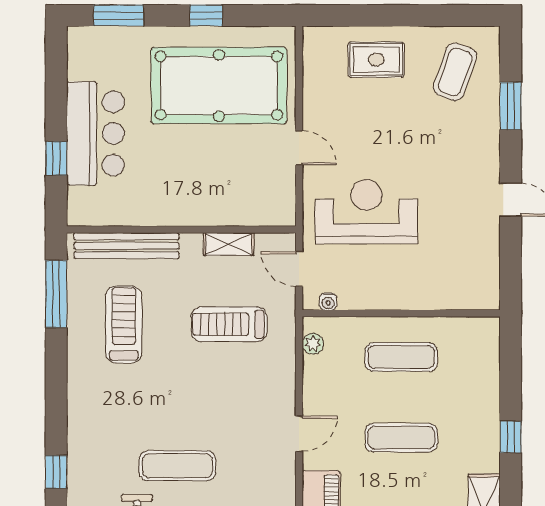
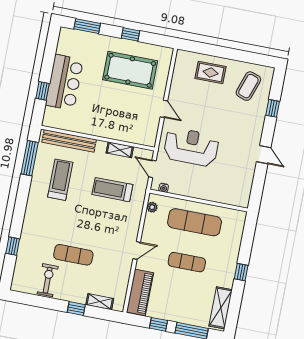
pool table: (219, 86) -> (130, 70), width x0.73, depth x0.76
window: (511, 106) -> (273, 108), width x0.67
exercise mat: (401, 357) -> (195, 222), width x1.36, depth x1.45

